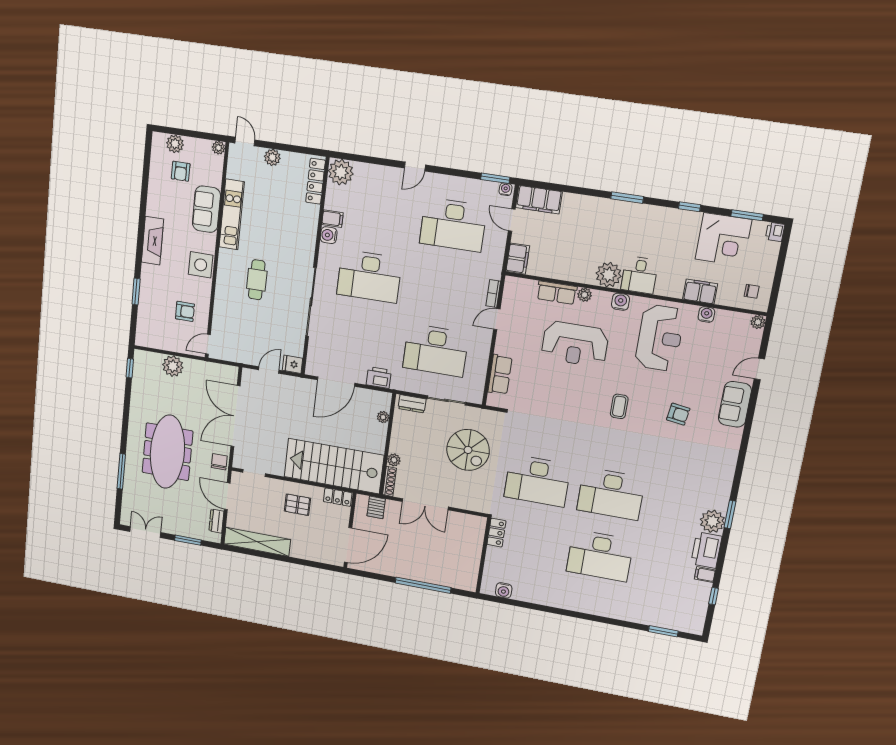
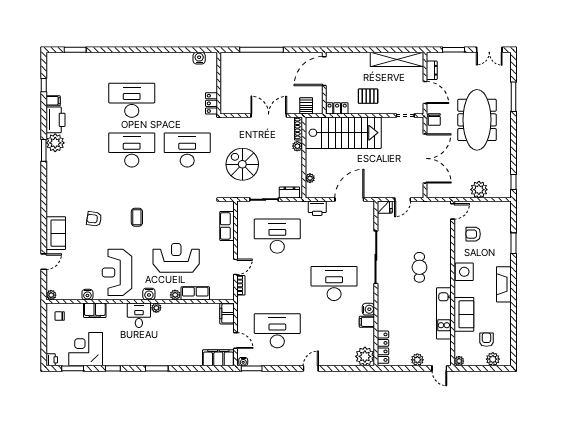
plant: (609, 275) -> (156, 308), width x0.53, depth x0.53

